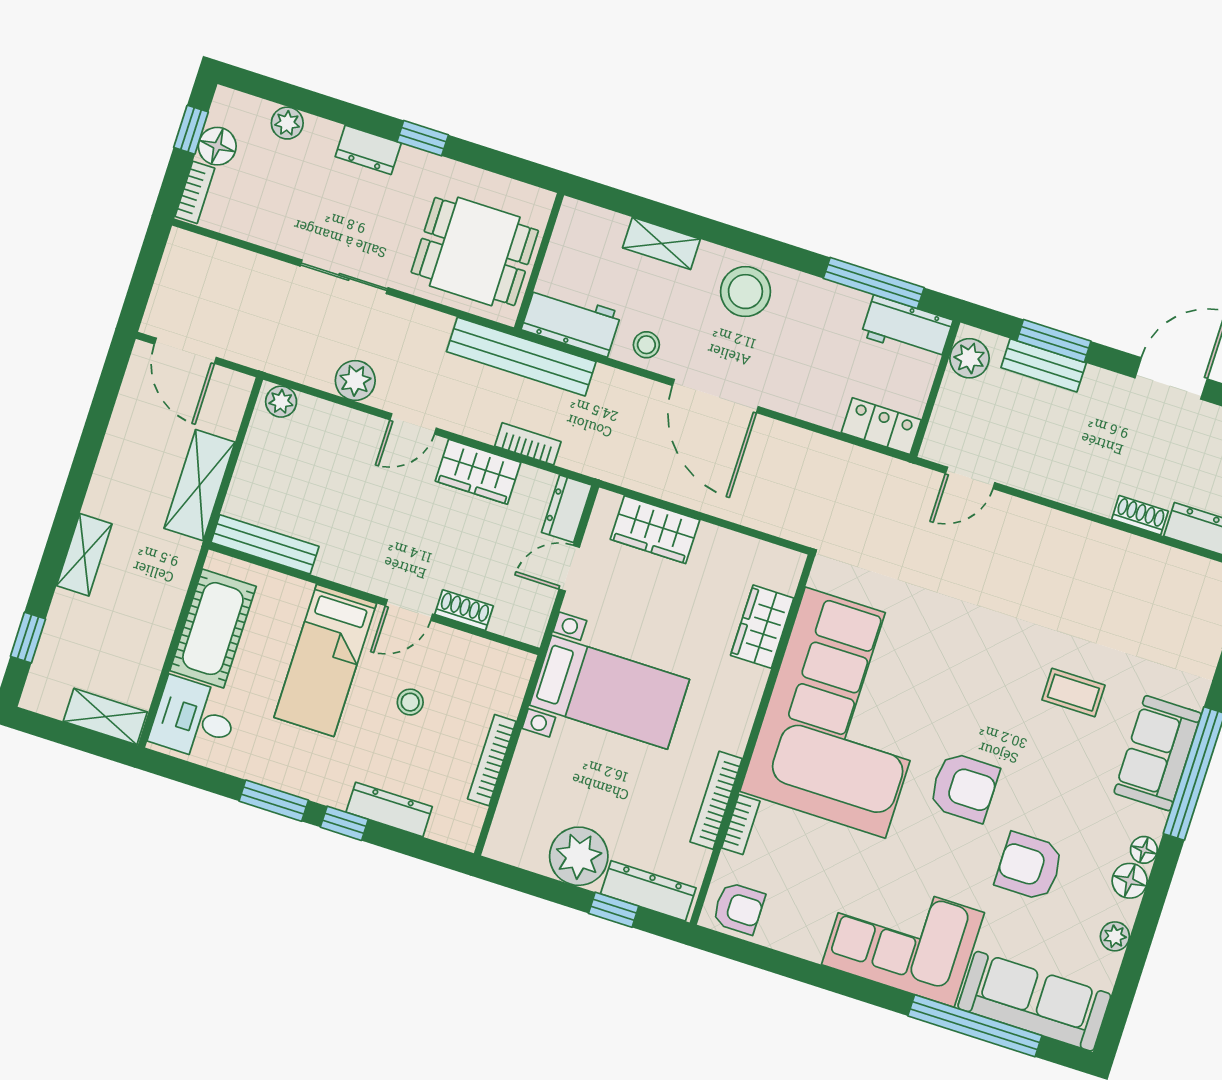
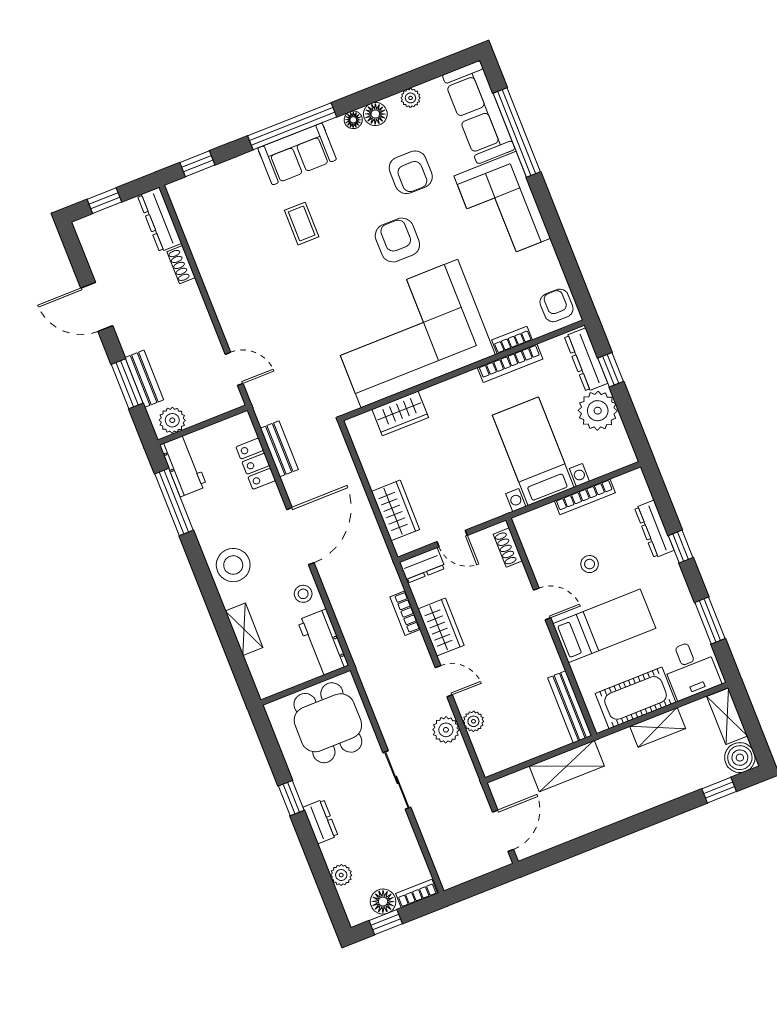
bench: (521, 357) -> (279, 449), moved, width x0.54, depth x0.82
plant: (281, 402) -> (473, 721), moved
locker: (881, 426) -> (256, 464), moved
shelving: (84, 555) -> (658, 727), moved
shoe rack: (464, 610) -> (508, 548), moved
boiler: (46, 692) -> (740, 758), added
bed with nightstands: (609, 692) -> (533, 451), moved
window: (274, 801) -> (710, 621), moved

